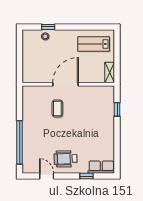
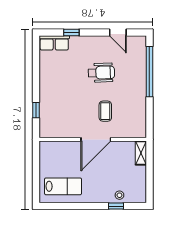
shelving: (110, 73) -> (141, 153), moved
wheelchair: (66, 159) -> (101, 73), moved

